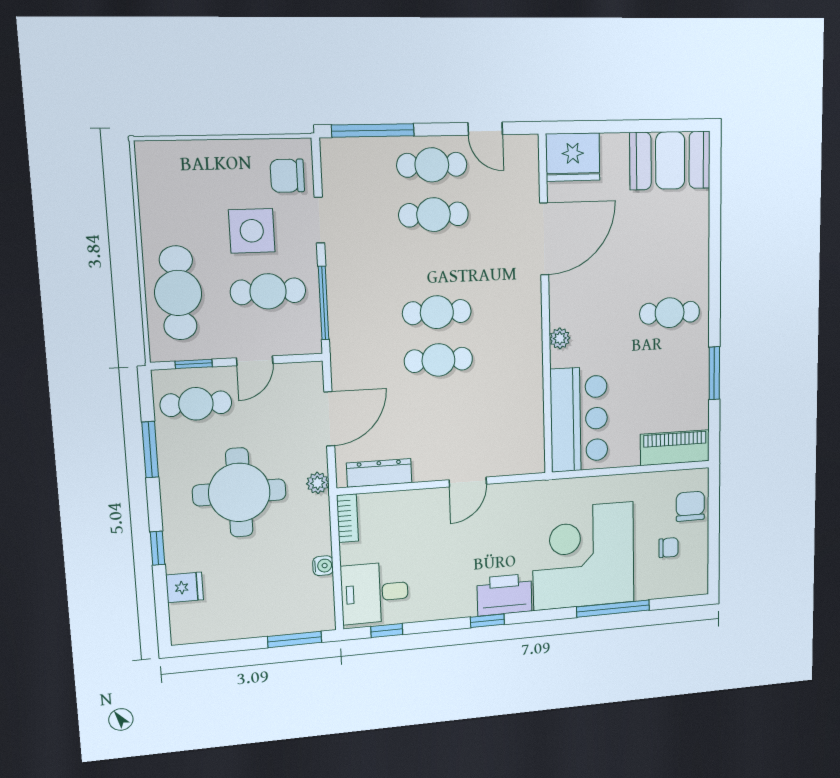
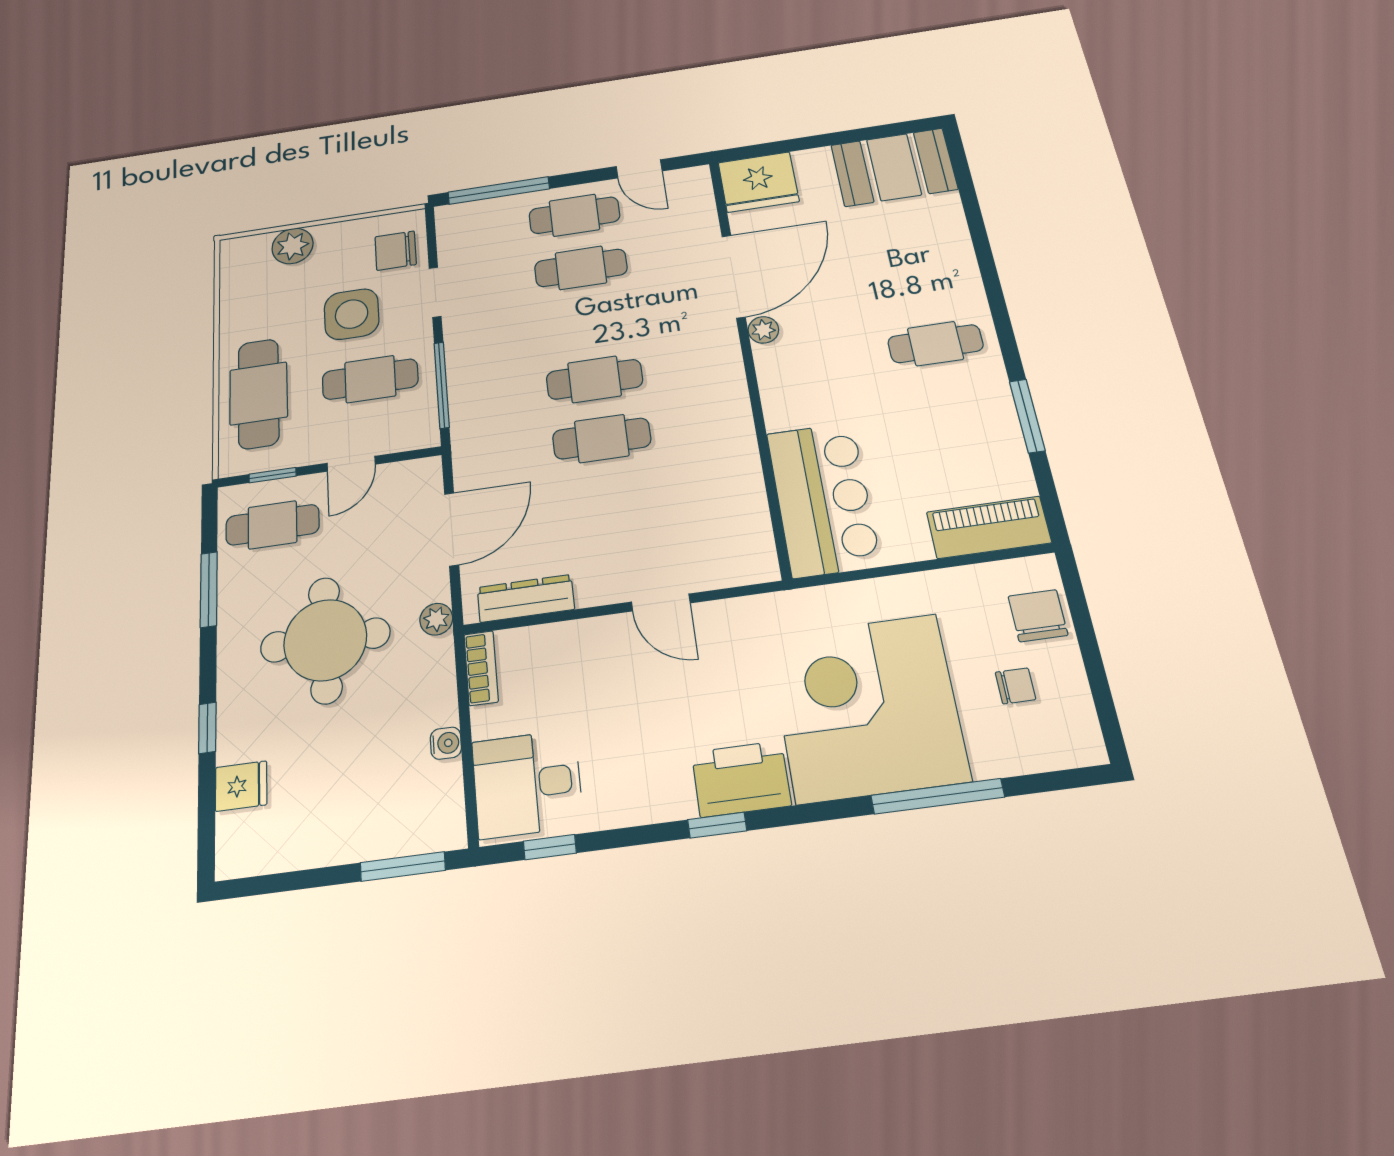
plant: (199, 157) -> (293, 246), added
plant: (560, 338) -> (763, 330), moved
door: (468, 482) -> (661, 602), hinge flipped

